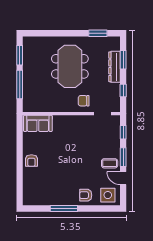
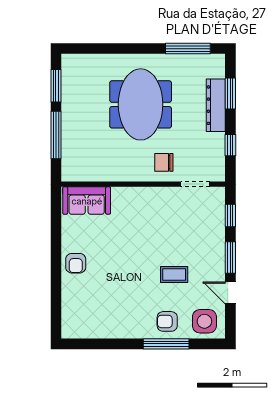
window: (98, 33) -> (188, 49), width x1.44
coffee table: (110, 163) -> (174, 275), moved
window: (64, 208) -> (166, 344), moved

